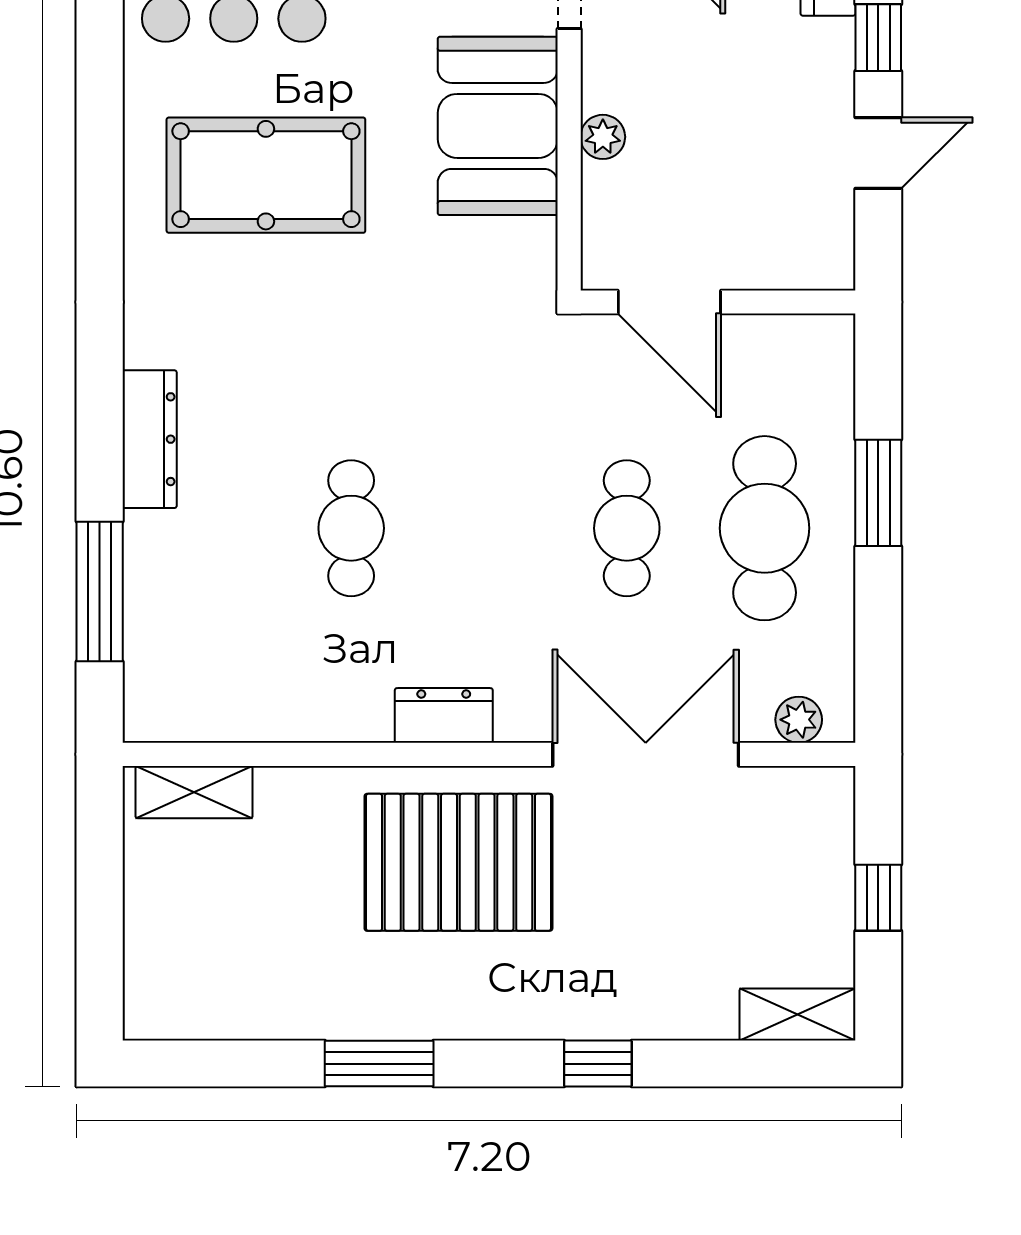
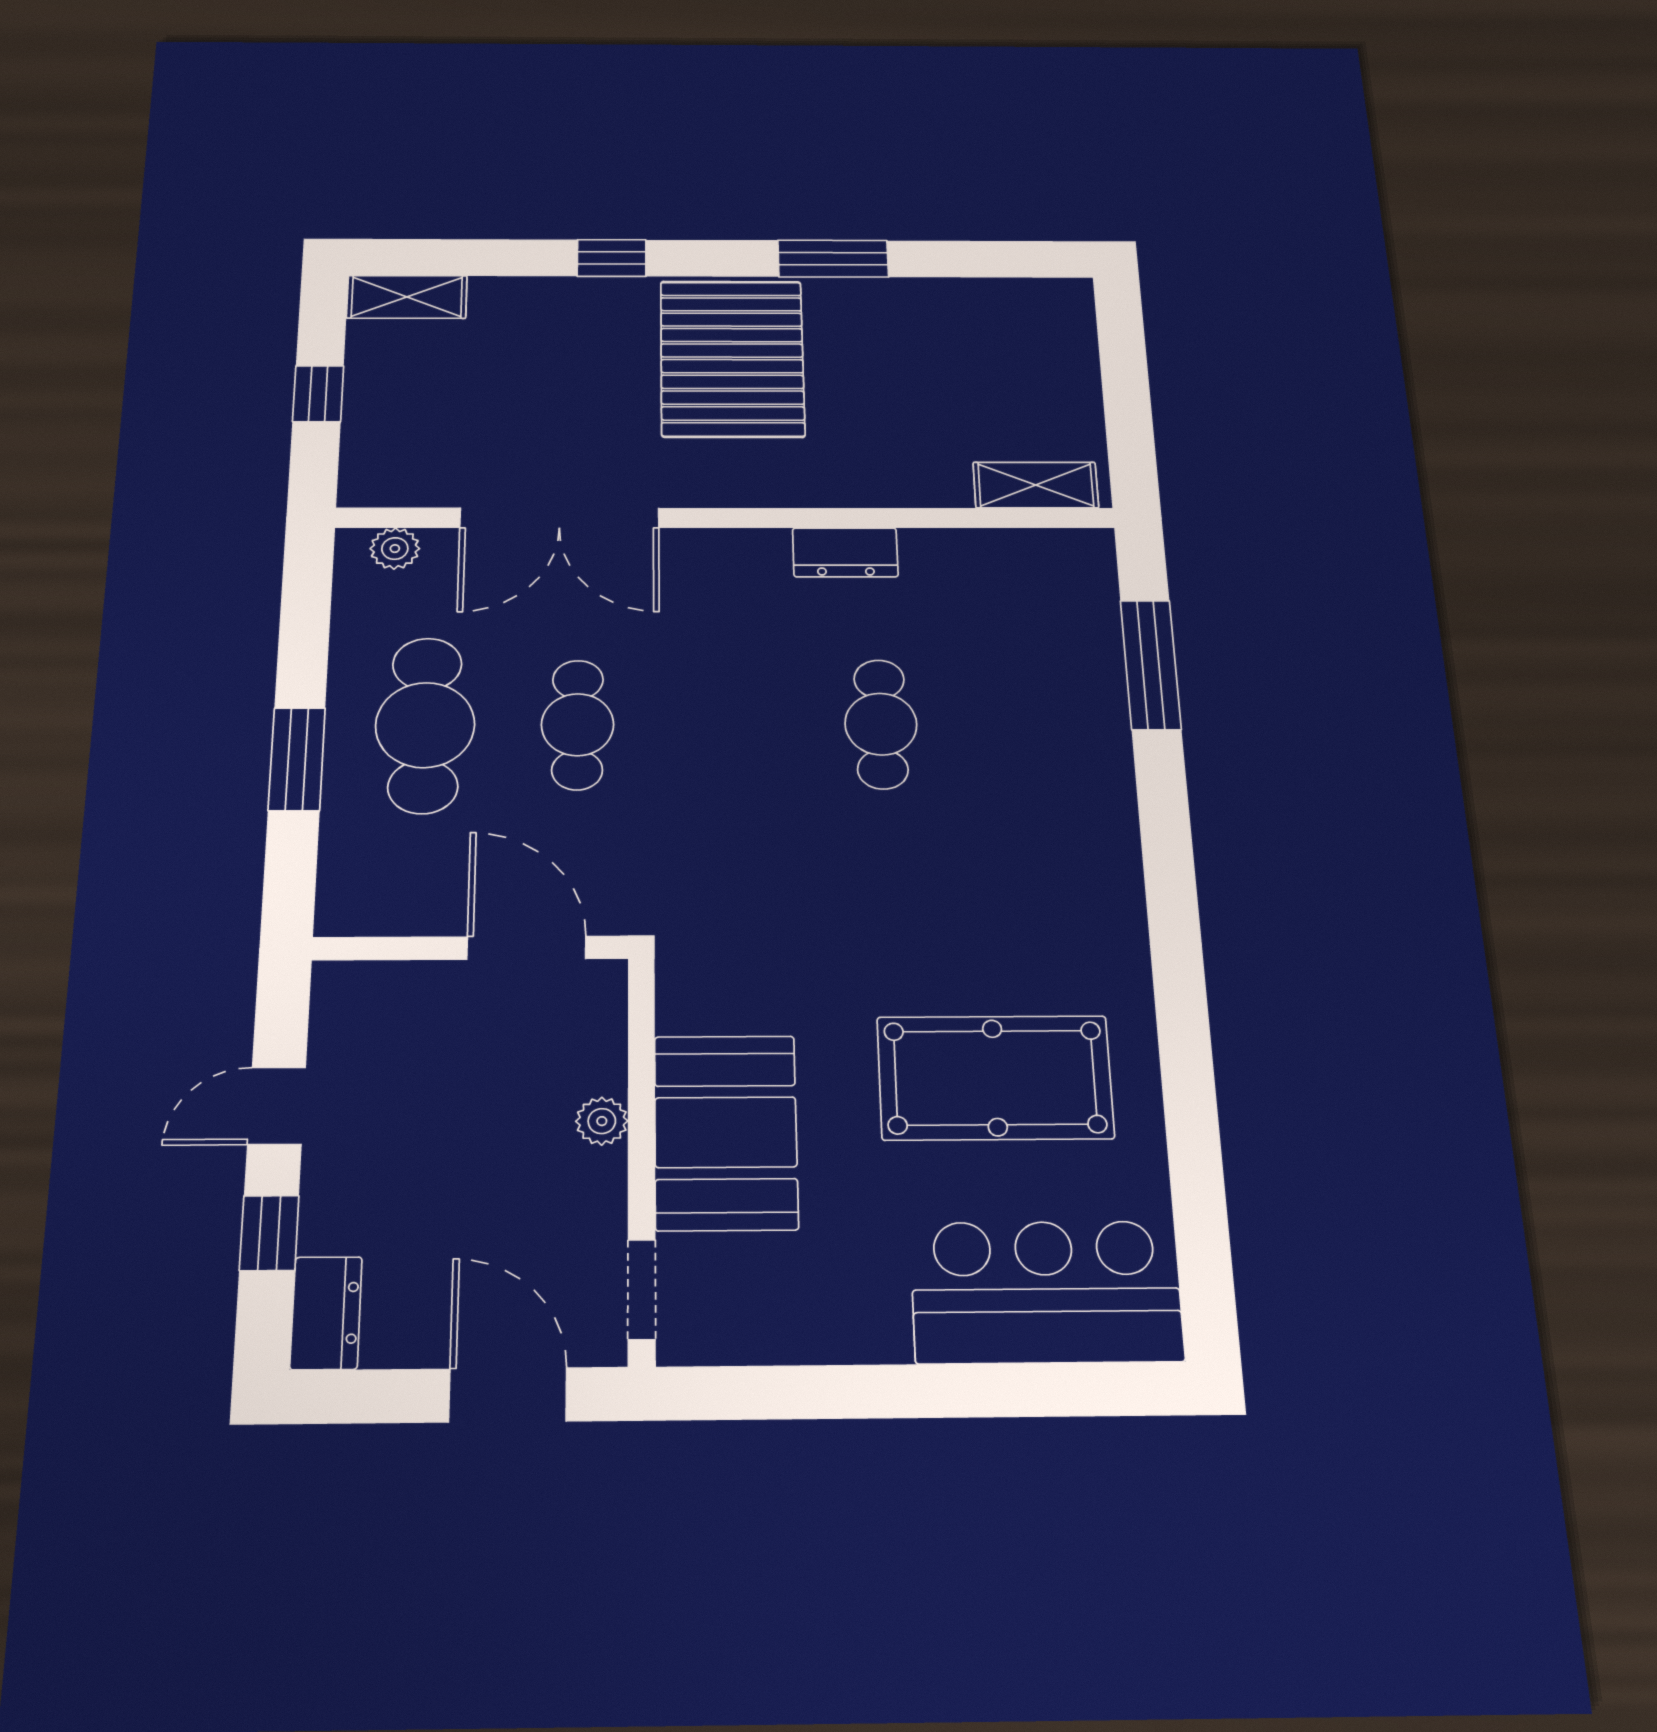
dresser: (150, 439) -> (1108, 809), removed
dresser: (444, 715) -> (845, 552), moved
pallet: (458, 862) -> (732, 358), moved, turned 90

